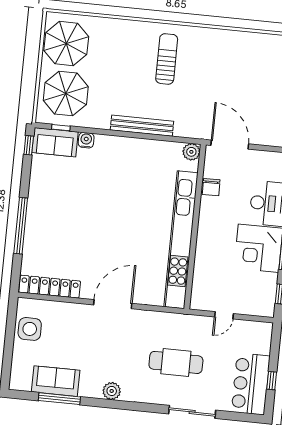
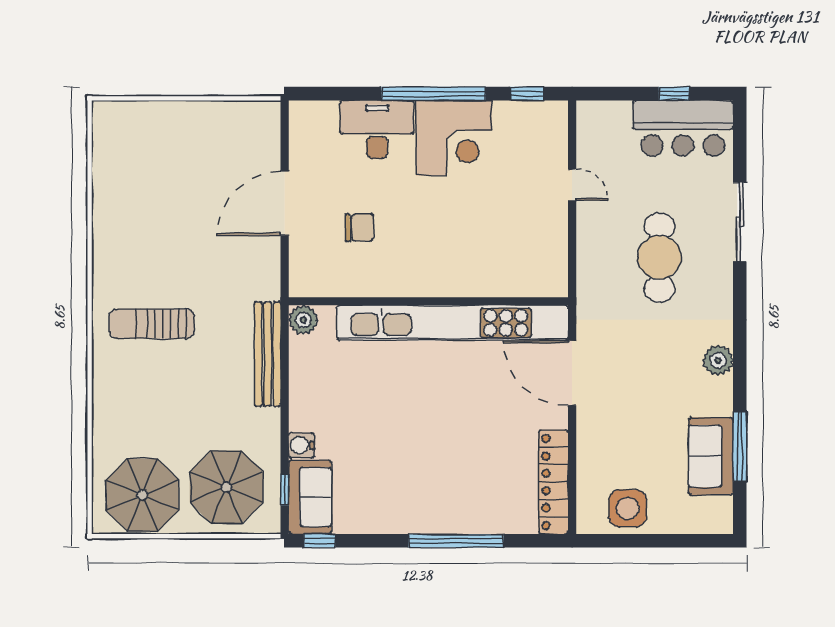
plant: (191, 152) -> (303, 320), moved
wall: (195, 227) -> (428, 301), moved
kitchen unit: (181, 240) -> (453, 323), moved

